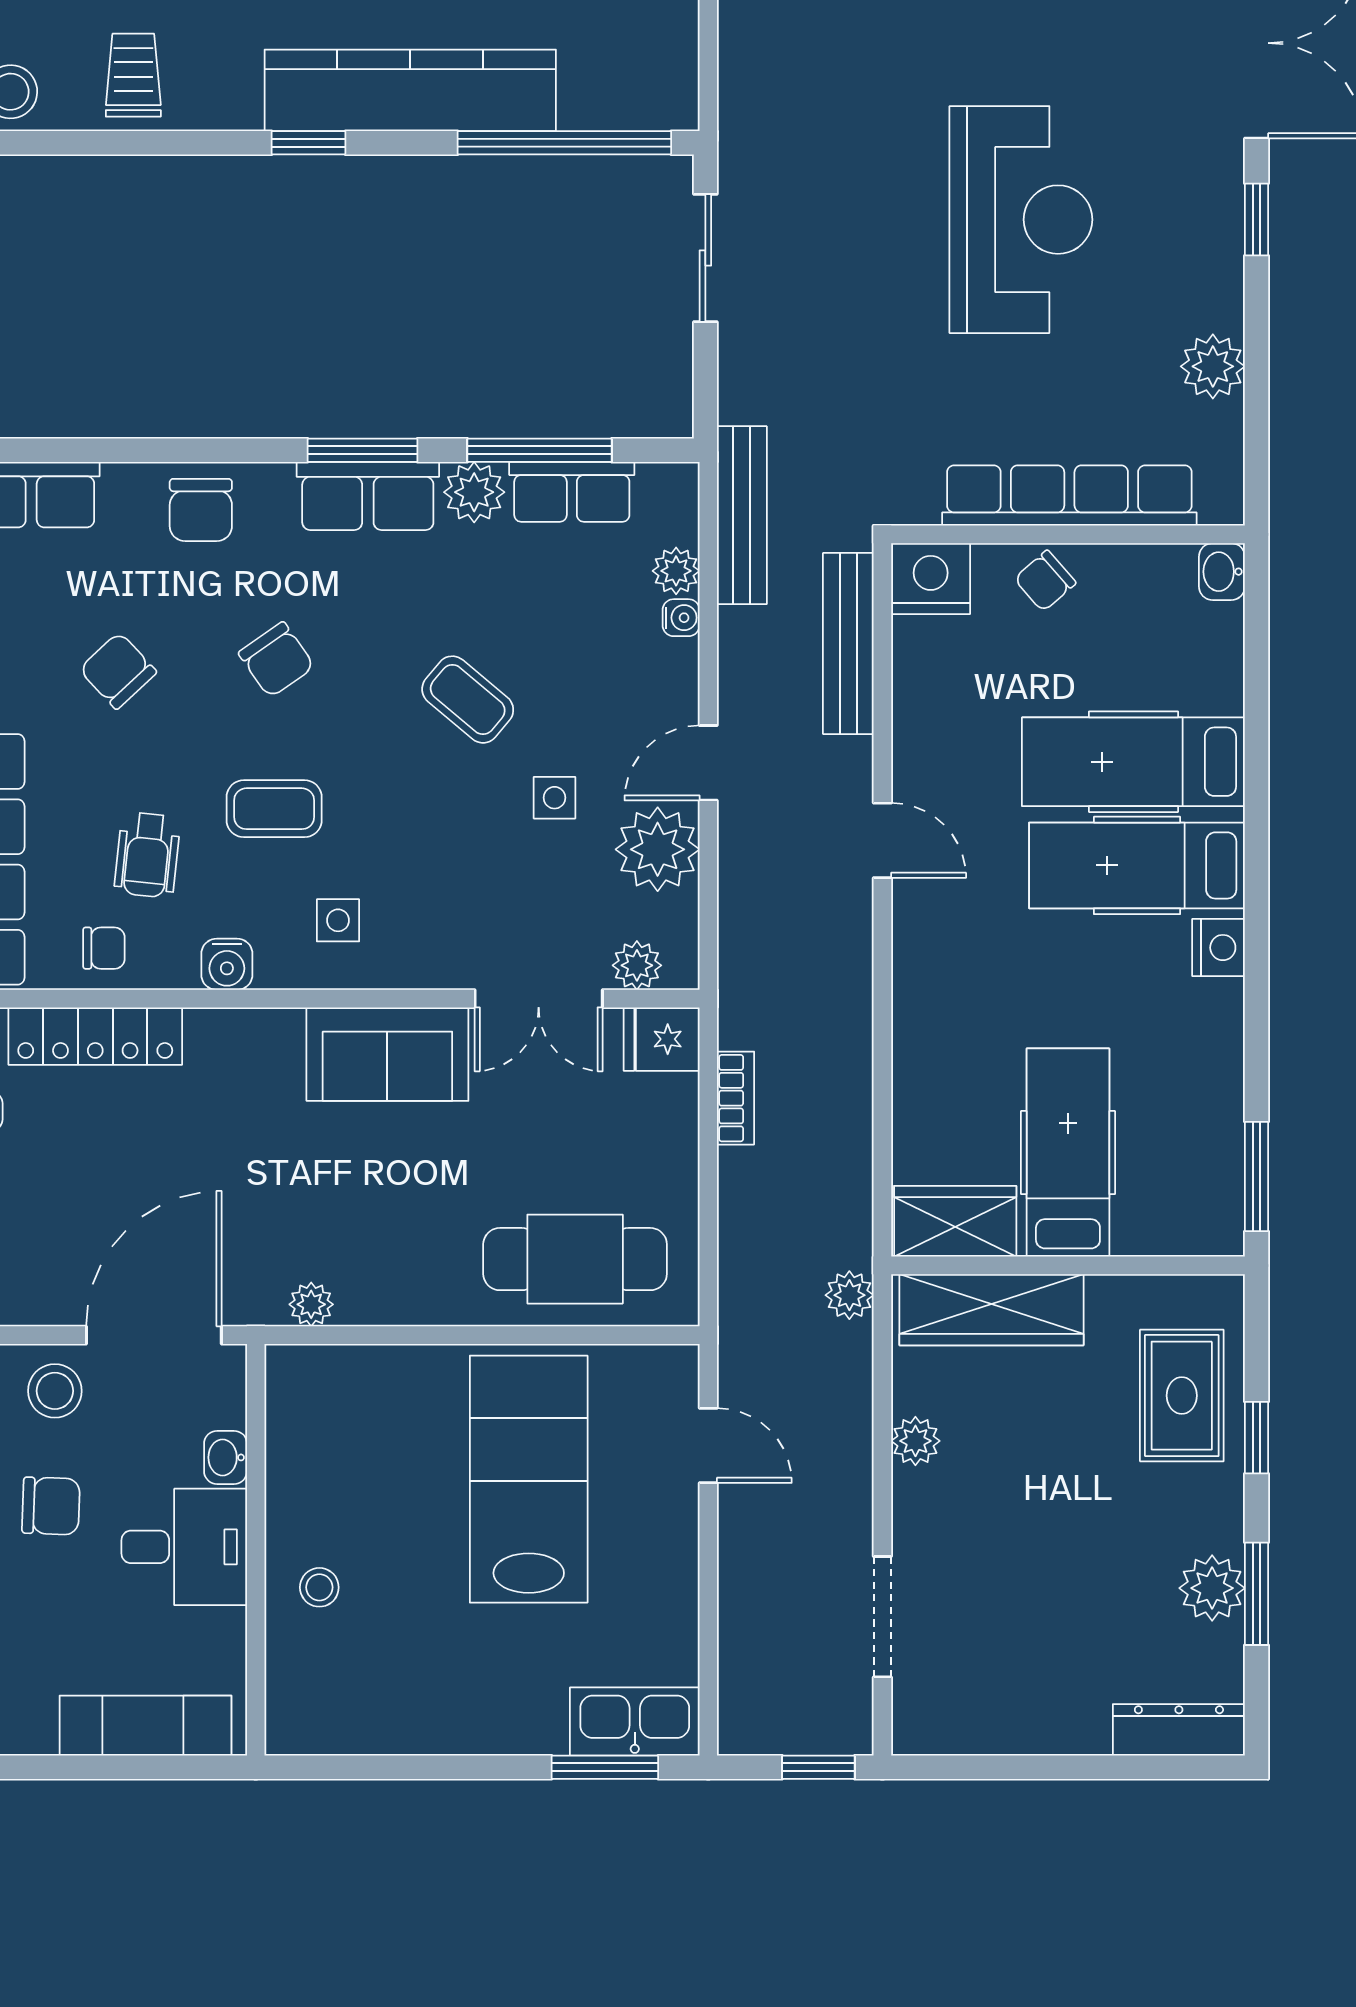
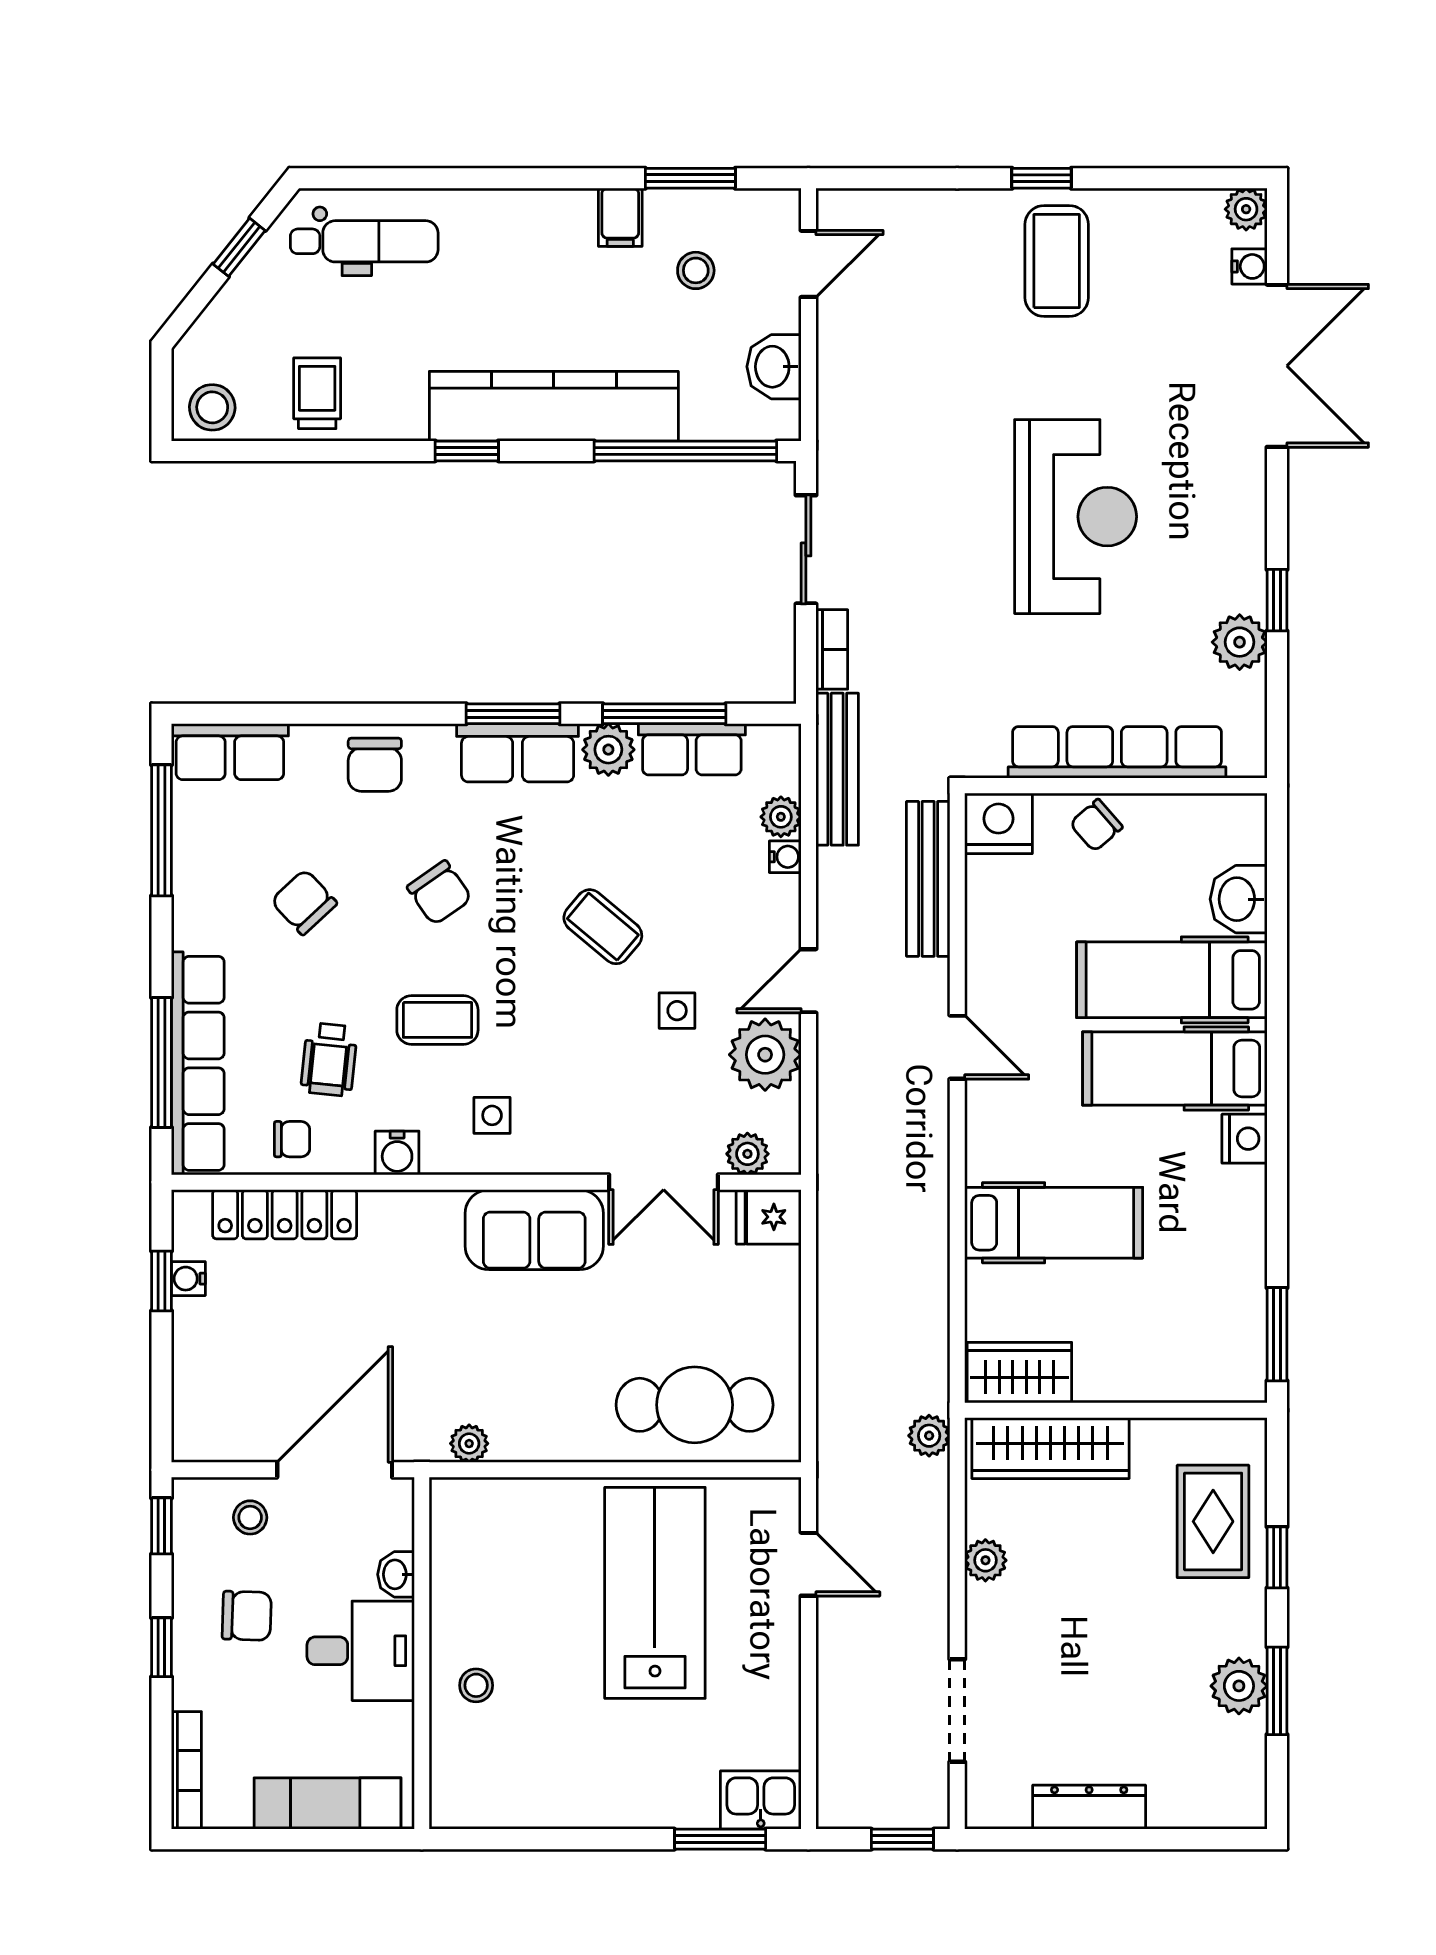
washbasin: (668, 44) -> (774, 367), added
window: (1257, 219) -> (1277, 600), moved
washbasin: (1222, 572) -> (1239, 899), moved, width x1.38, depth x1.45
bookcase: (736, 1098) -> (832, 649), moved
hospital bed: (1068, 1153) -> (1054, 1223), moved, turned 90
stool: (55, 1391) -> (250, 1517), width x0.73, depth x0.73
kitchen sink: (635, 1722) -> (761, 1800), width x0.73
dresser: (1179, 1730) -> (1089, 1807), moved

